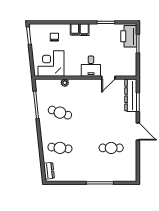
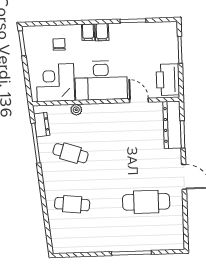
printer: (129, 36) -> (168, 80), moved
desk: (91, 66) -> (101, 80), width x1.87, depth x1.30
door: (108, 78) -> (139, 100), swing flipped
cafe table: (111, 148) -> (146, 202), width x1.37, depth x1.35
dresser: (49, 171) -> (42, 125), moved

